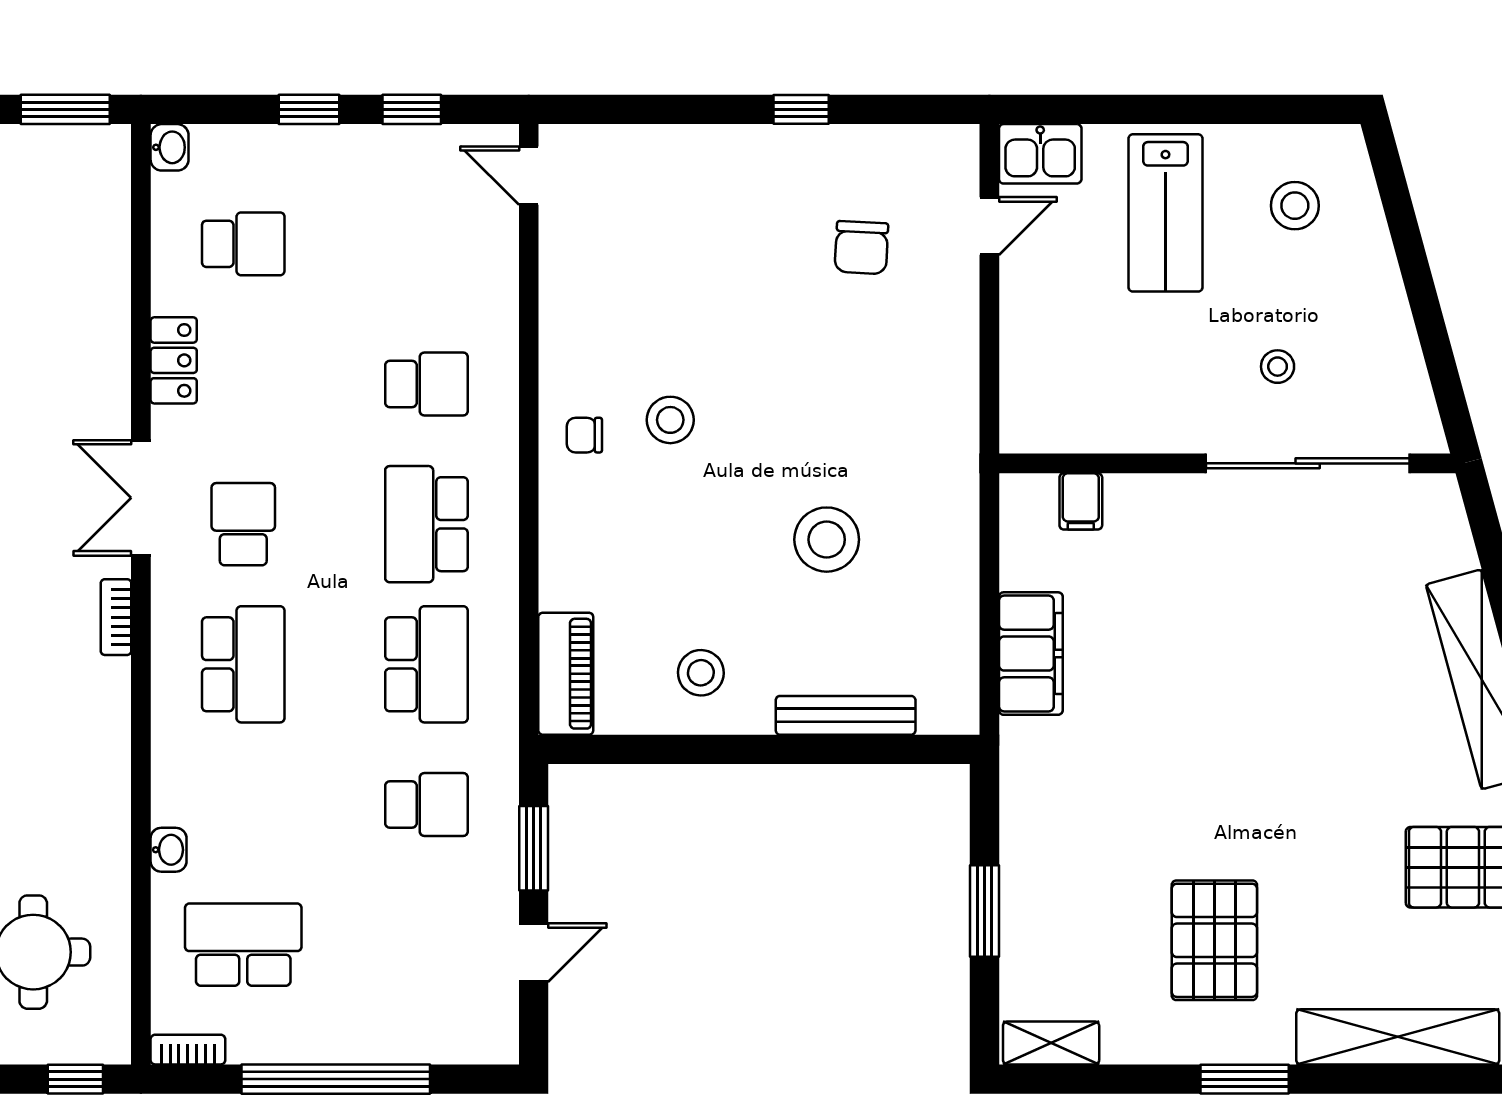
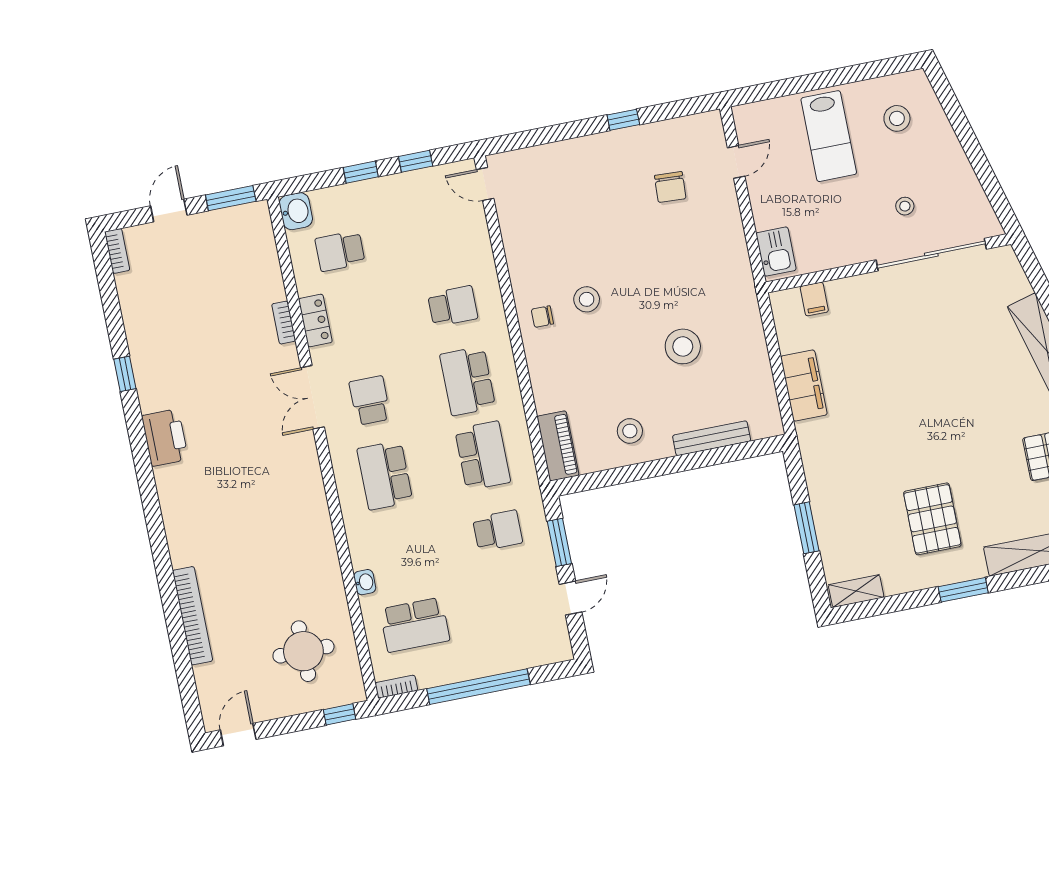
washbasin: (170, 147) -> (296, 211), width x1.38, depth x1.45
kitchen sink: (1040, 154) -> (776, 252), moved, turned -90
school desk: (243, 244) -> (340, 251), turned 180
bookcase: (116, 617) -> (284, 323), moved
school desk: (243, 664) -> (385, 475), turned 180
school desk: (243, 945) -> (415, 625), turned 180

